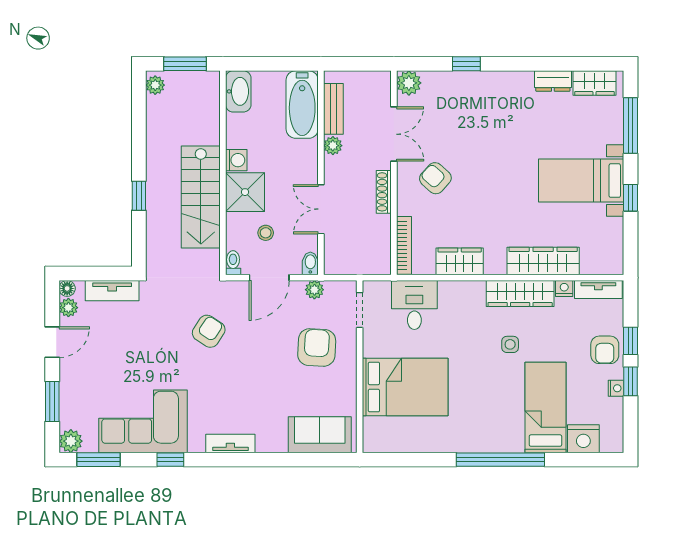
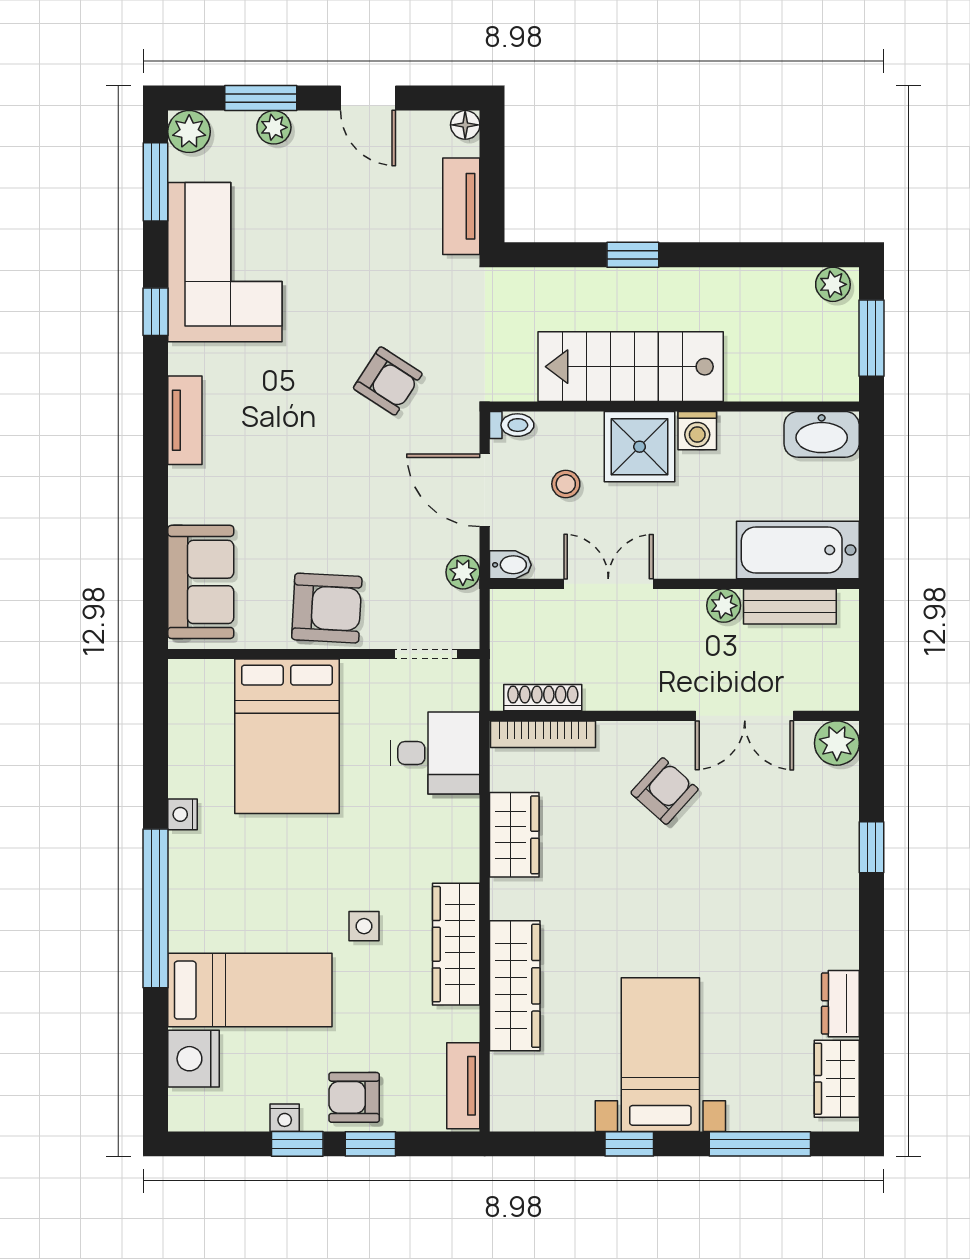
shoe rack: (384, 192) -> (543, 698), moved
nightstand: (564, 288) -> (183, 814), moved, turned 180
plant: (68, 308) -> (274, 127), moved
armchair: (317, 347) -> (327, 608), moved

